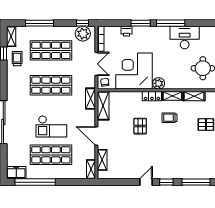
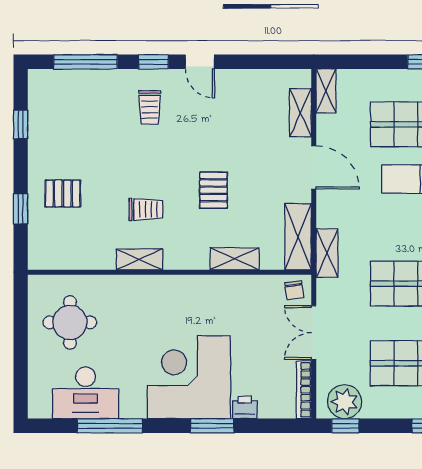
window: (171, 23) -> (110, 426), moved
desk: (185, 38) -> (86, 393), moved
corner desk: (134, 71) -> (189, 377), moved, turned 180
plant: (159, 83) -> (171, 288), removed
locker: (152, 96) -> (186, 259), removed
shelving: (194, 96) -> (235, 259), moved
trolley: (168, 162) -> (150, 107), added
door: (146, 182) -> (200, 62), hinge flipped

